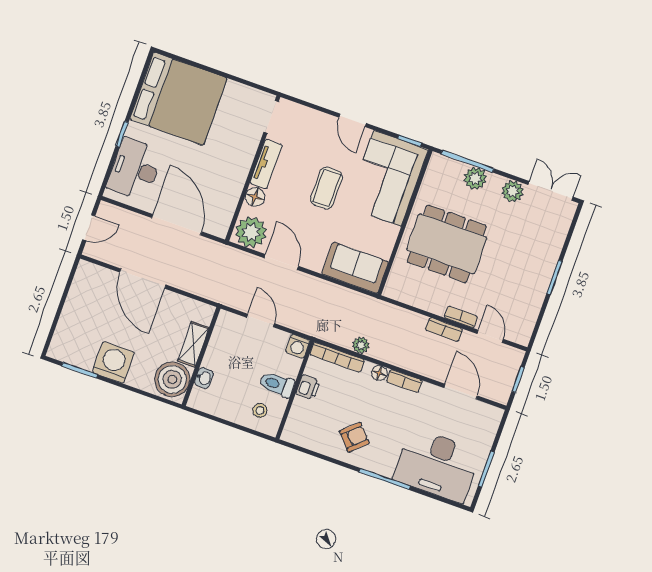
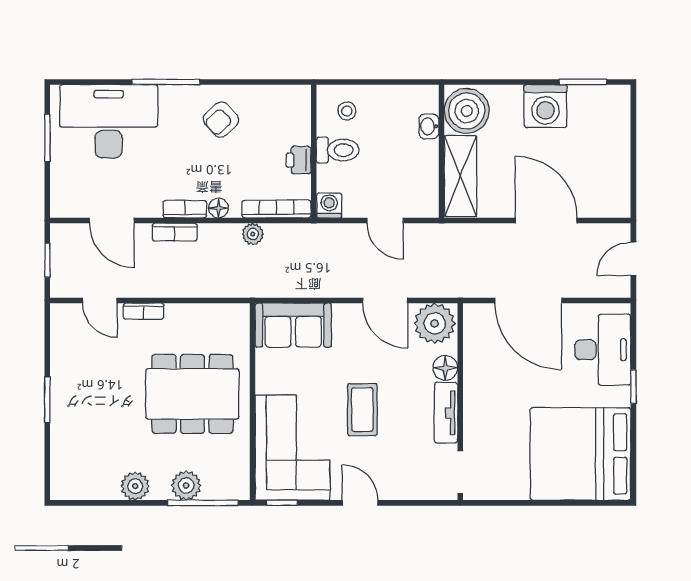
double door: (551, 191) -> (89, 503), removed
bookcase: (444, 329) -> (175, 232), moved, turned 180
shelving: (193, 344) -> (460, 176), width x1.50, depth x1.33

